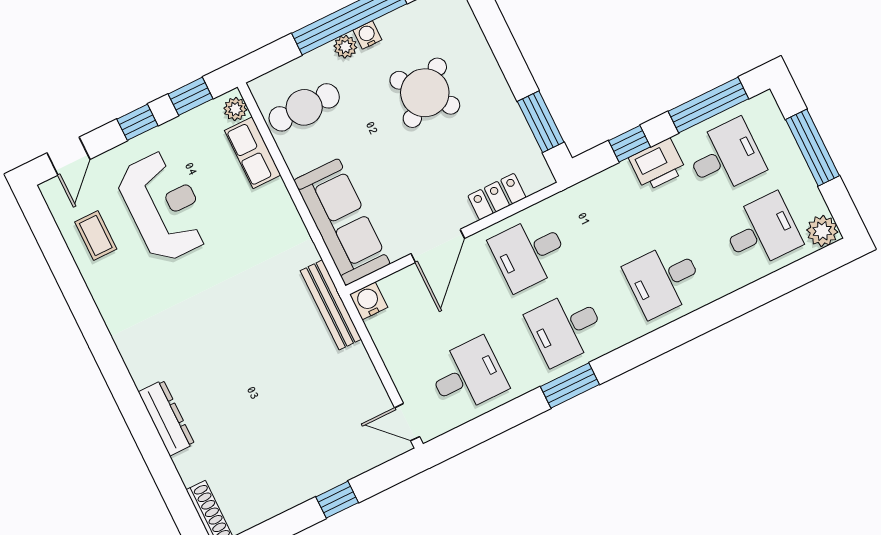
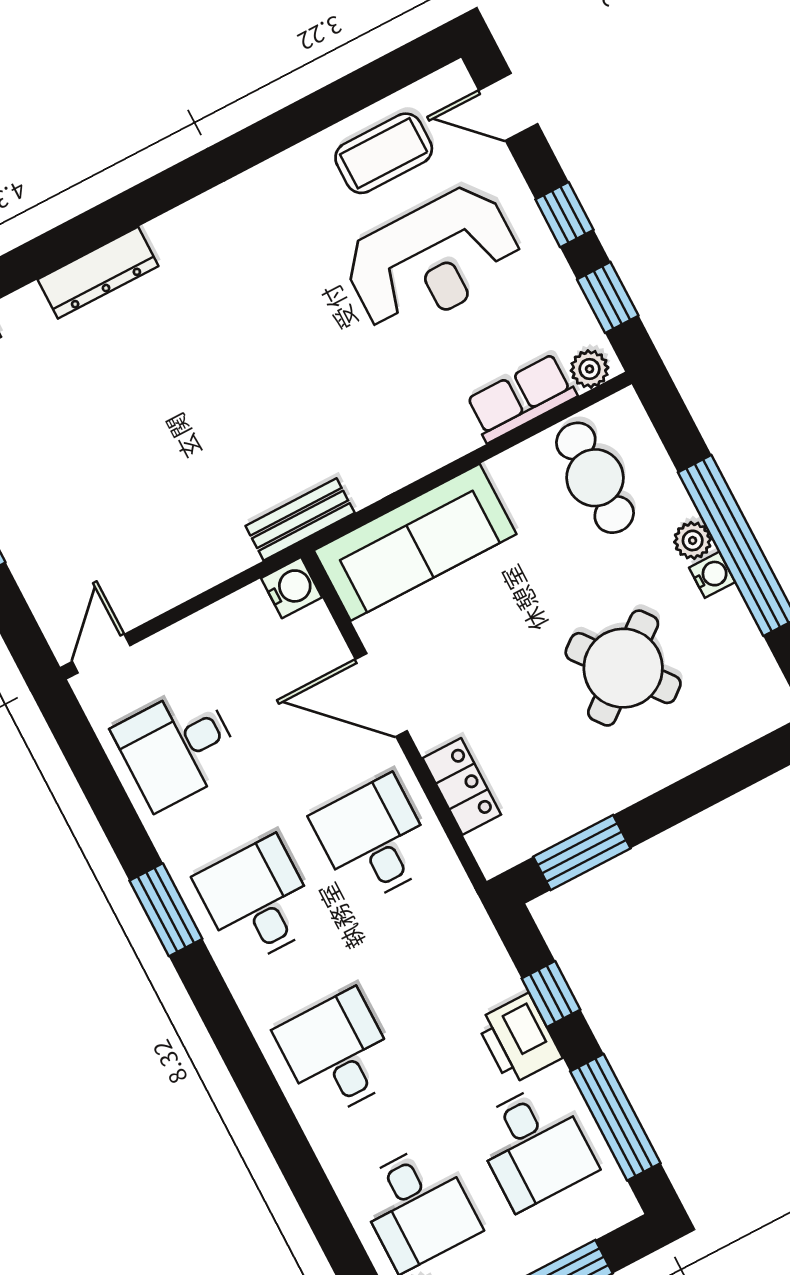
coffee table: (96, 236) -> (384, 153), width x1.36, depth x1.30
bench: (331, 305) -> (300, 519), width x0.73
desk: (468, 376) -> (177, 748), turned 90

